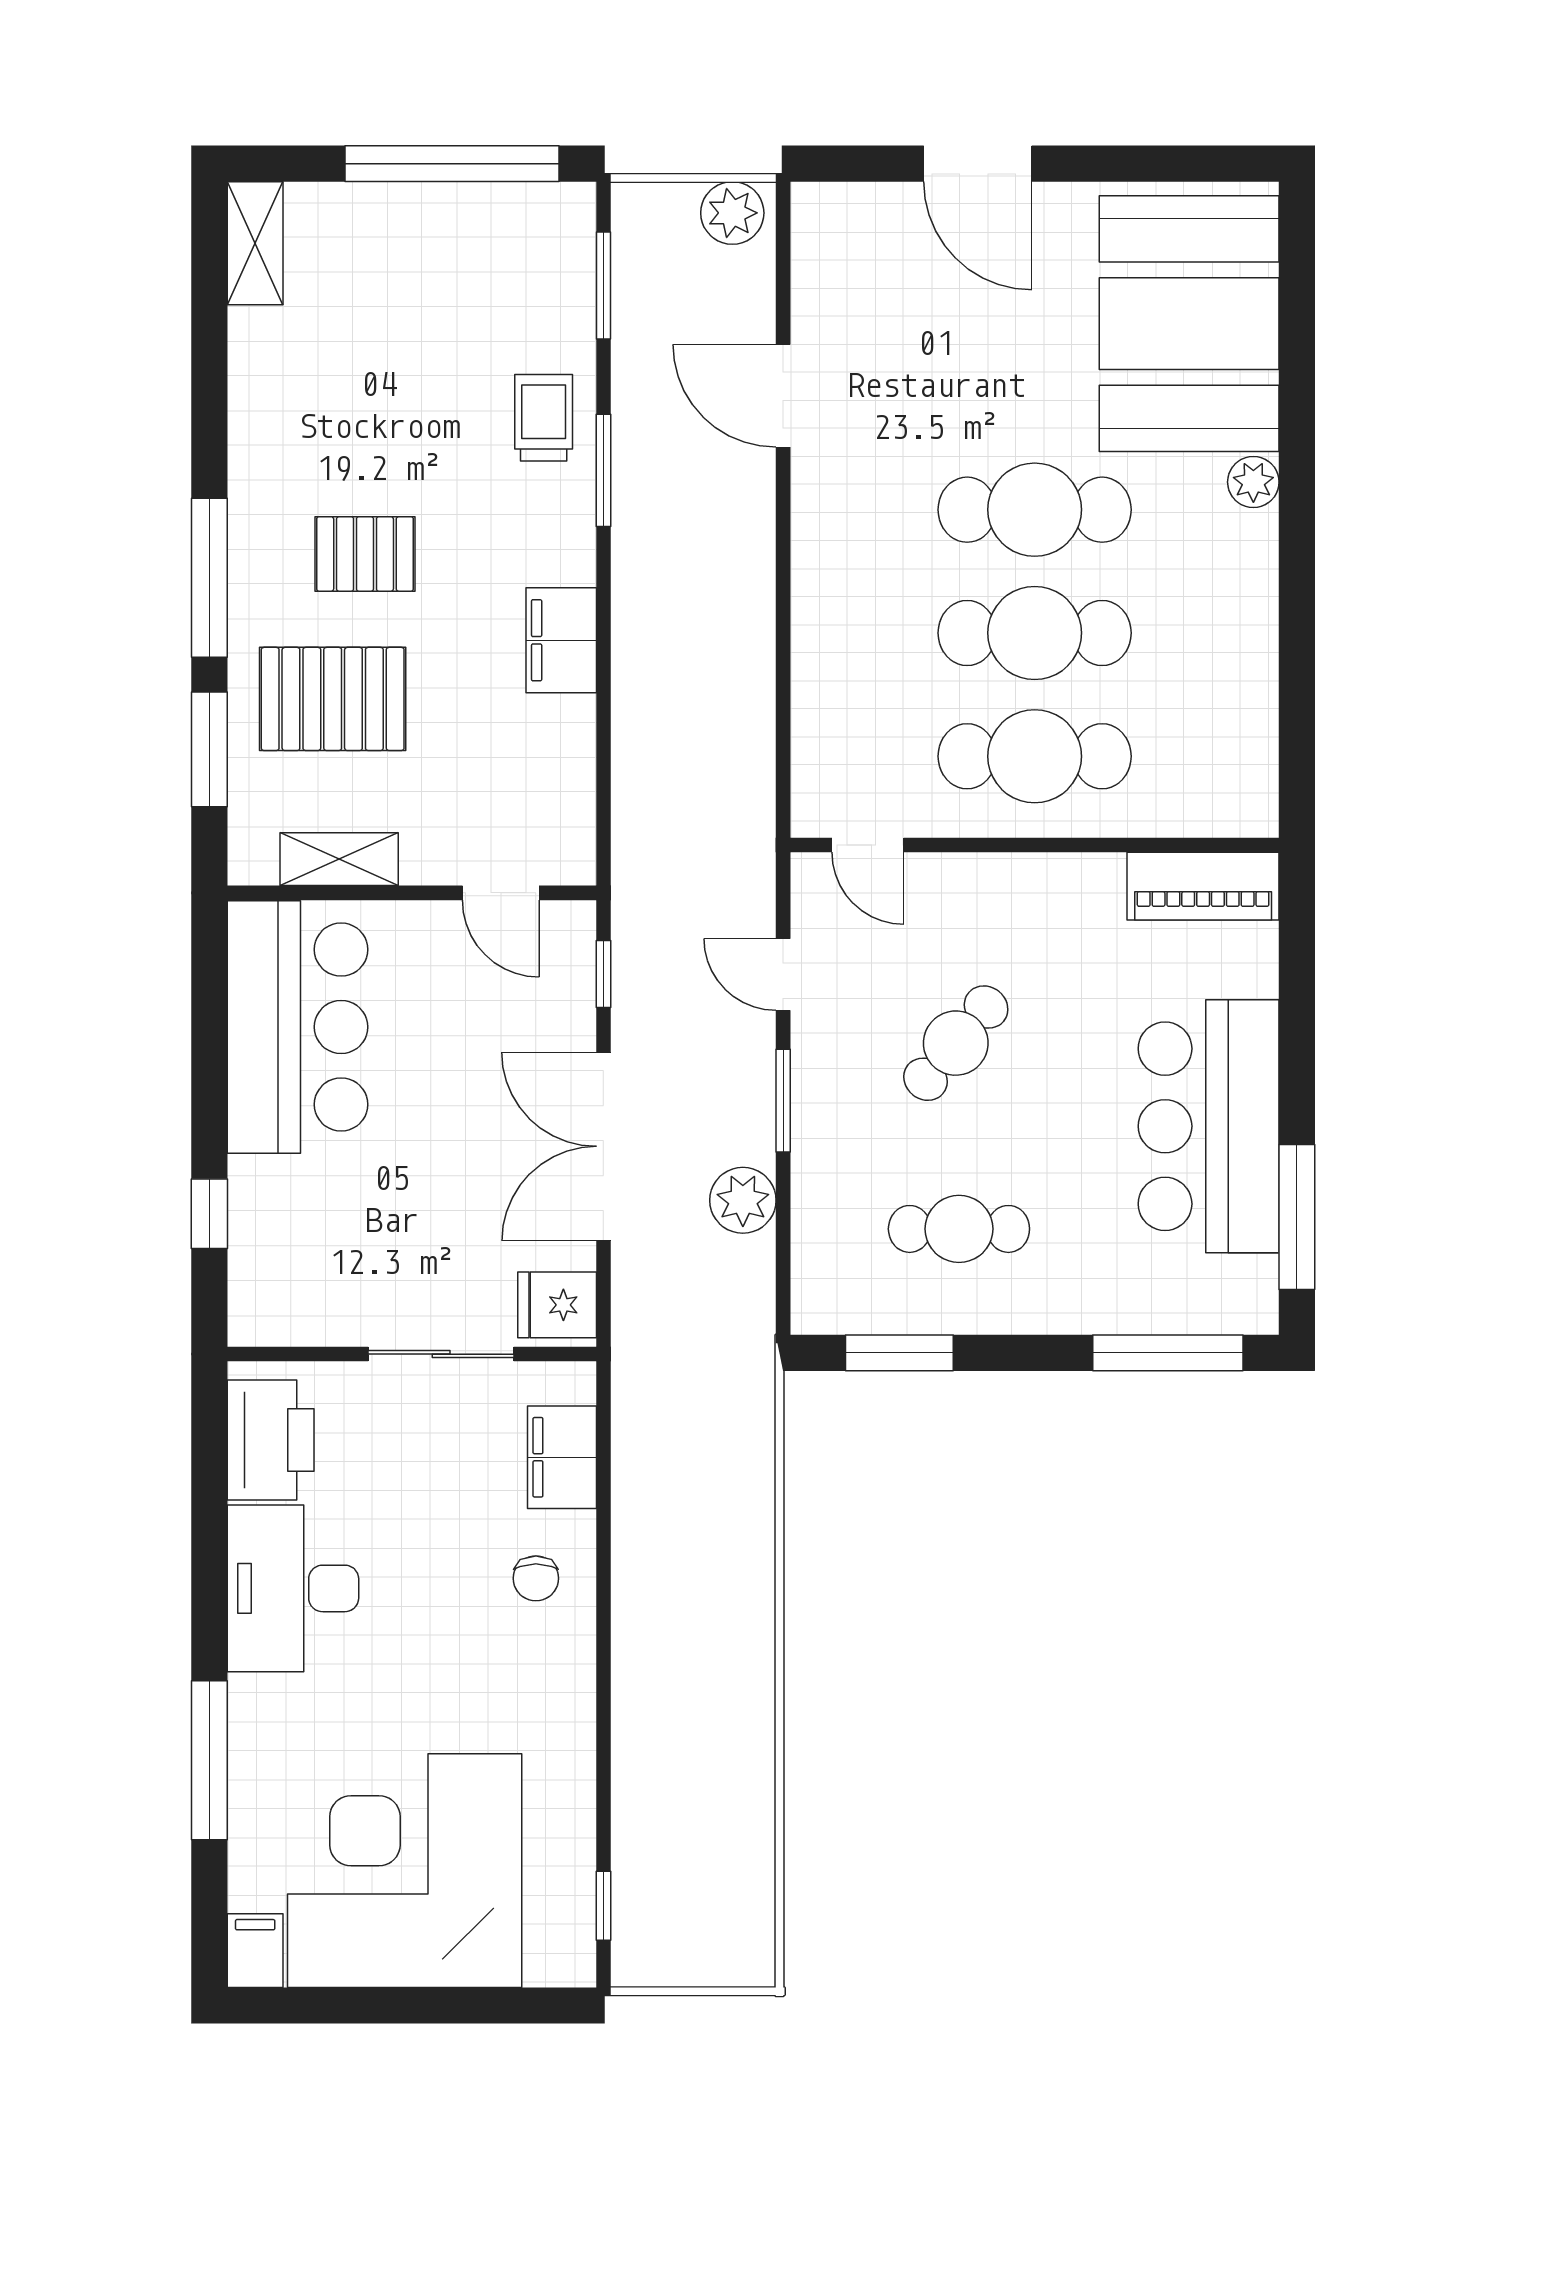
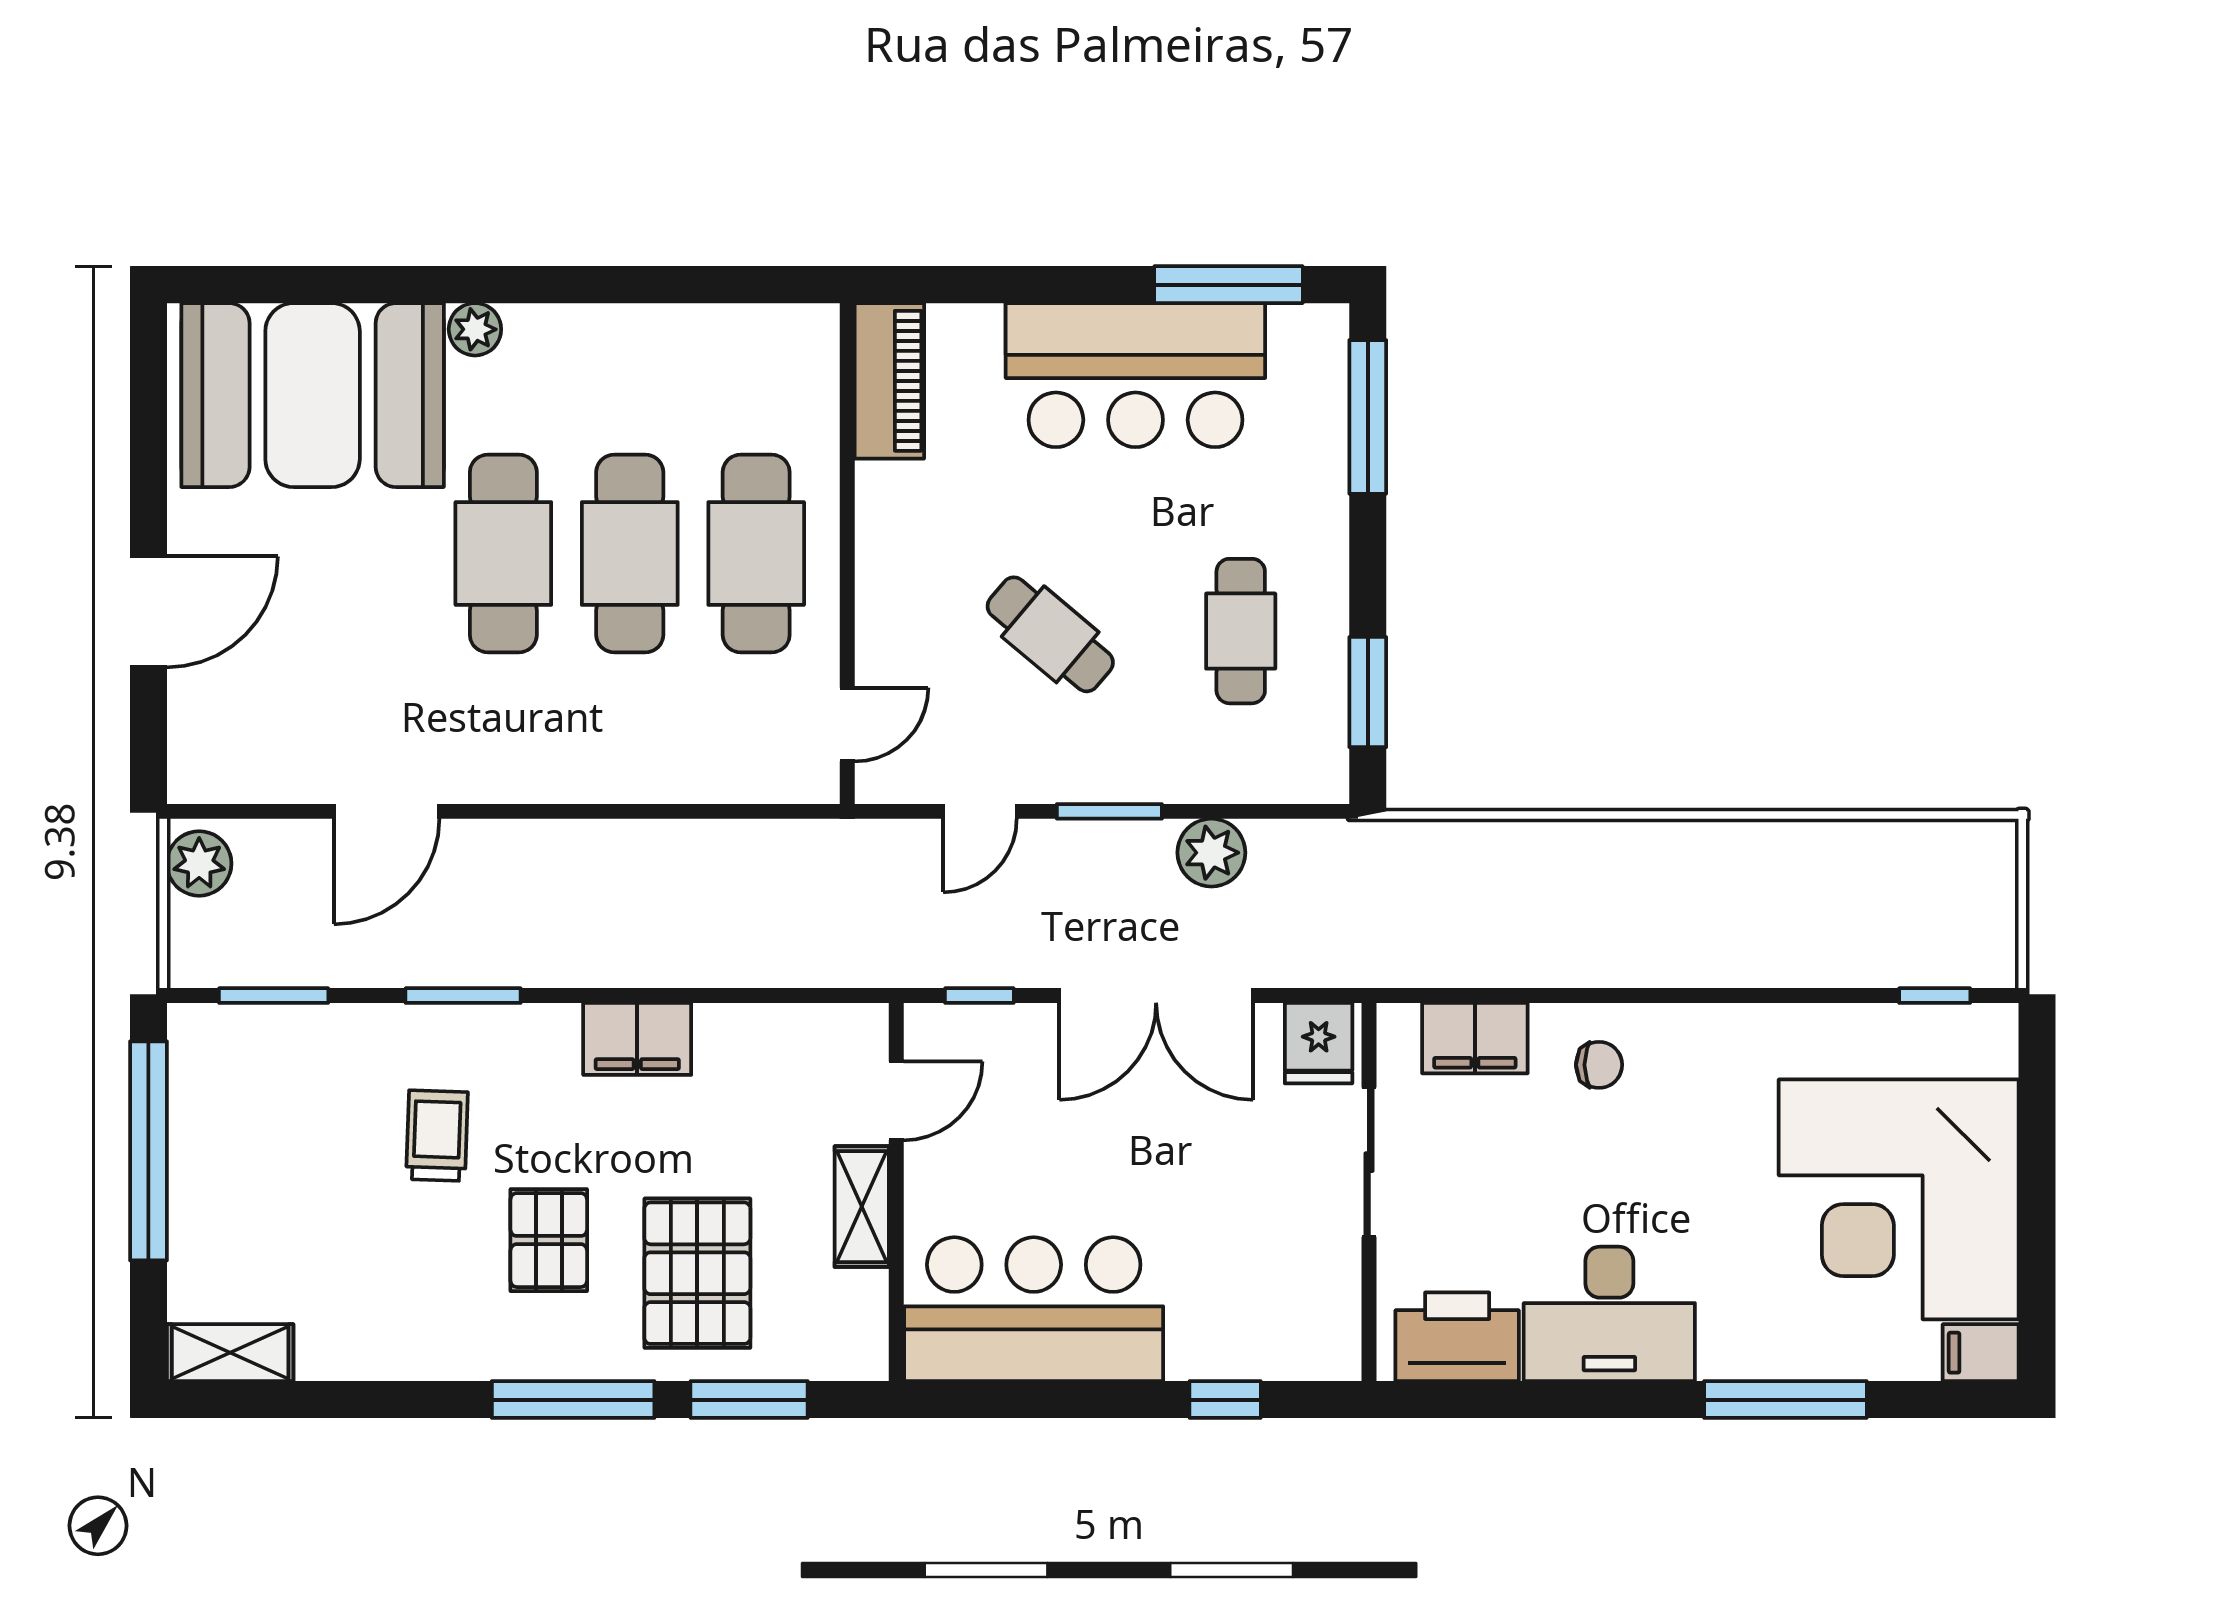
trolley: (544, 418) -> (437, 1136), moved, turned 92
shelving: (339, 859) -> (862, 1207), moved

